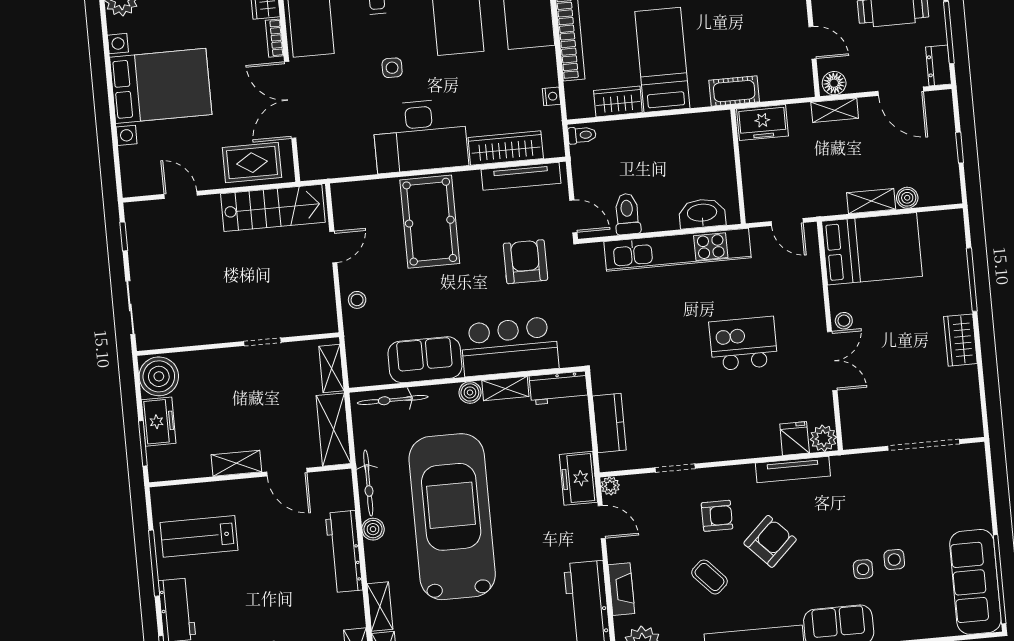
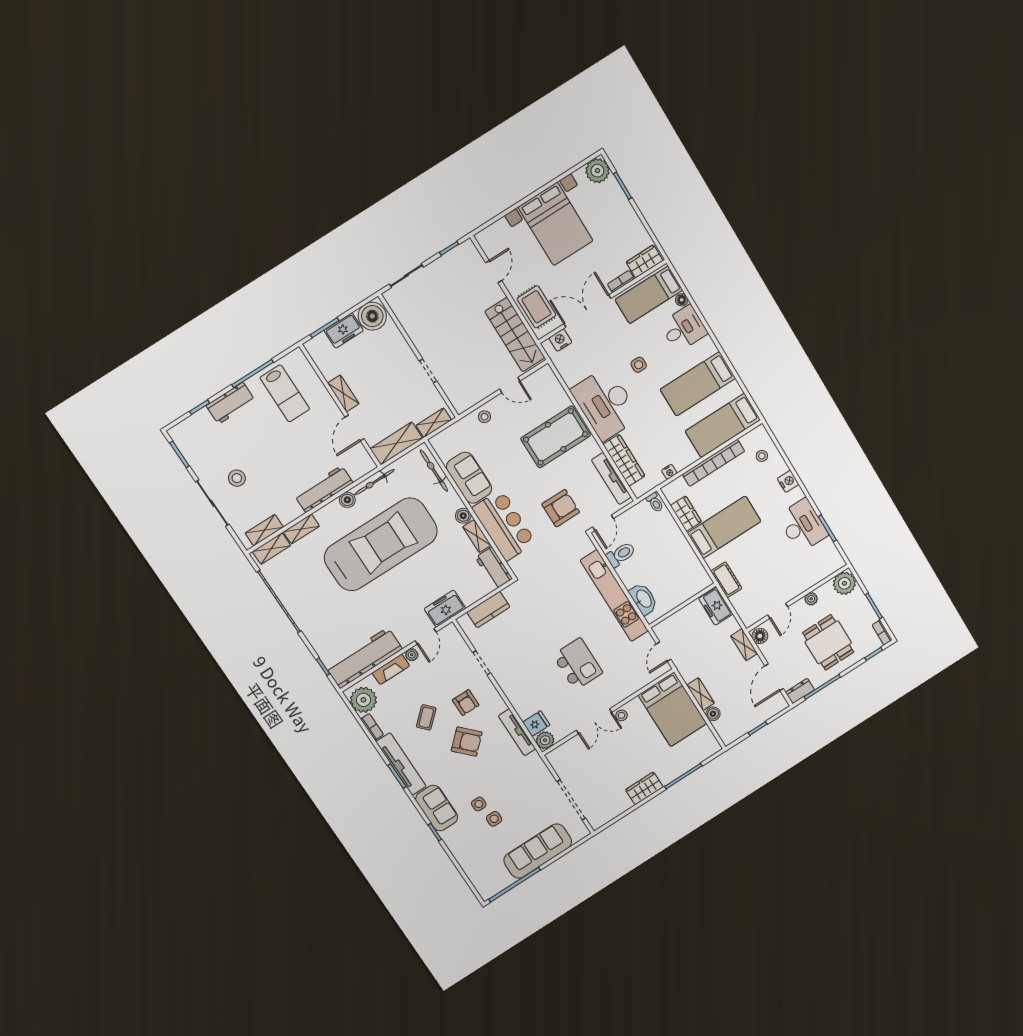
nightstand: (309, 153) -> (560, 340), added
plant: (610, 486) -> (412, 655), moved
lab bench: (199, 536) -> (285, 393), turned 180
sofa: (975, 582) -> (538, 851), moved

